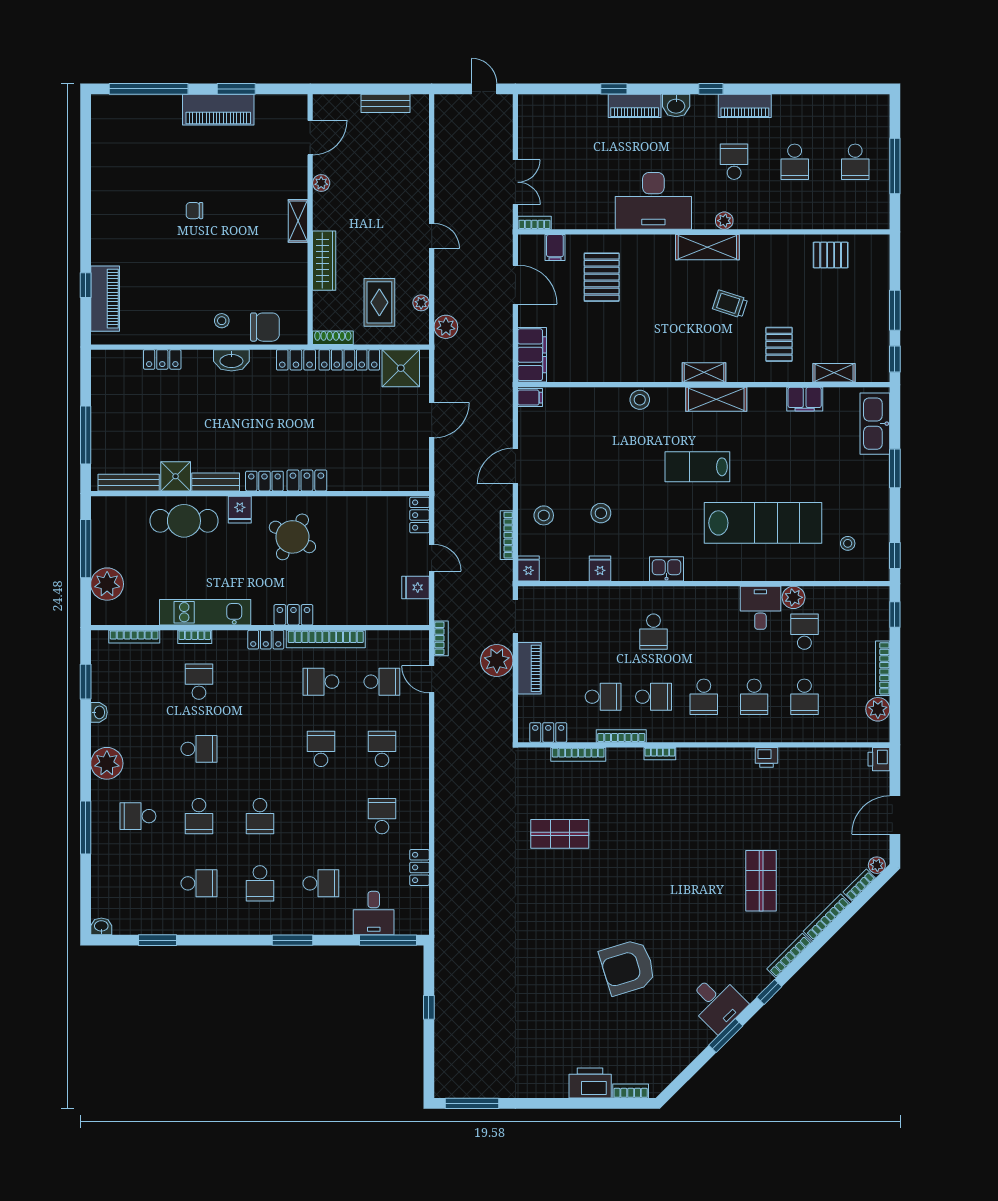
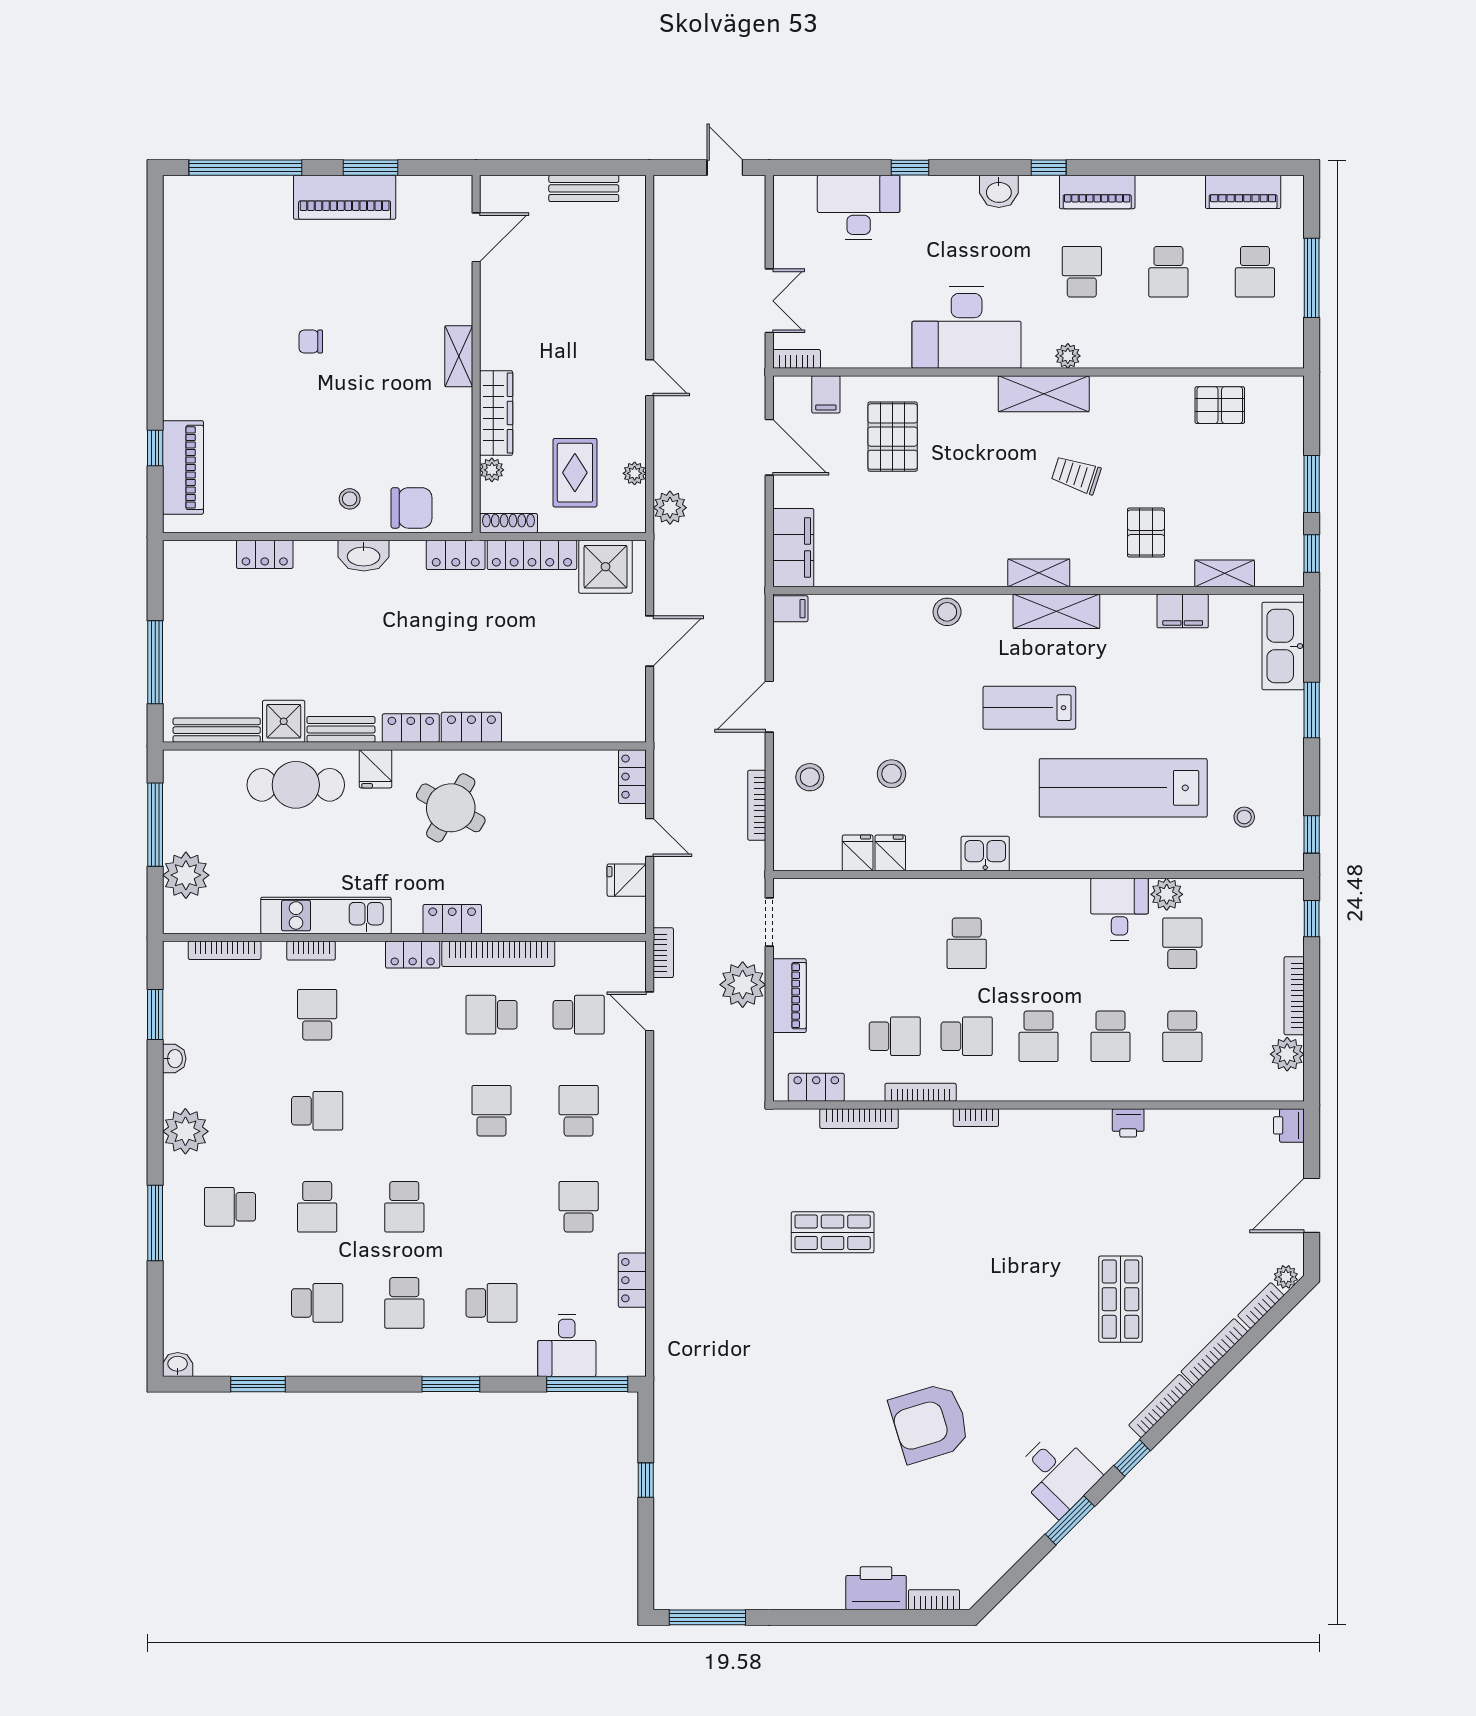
piano: (635, 106) -> (1243, 192), moved
desk: (578, 117) -> (859, 207), added
plant: (321, 183) -> (492, 470), moved
lab bench: (763, 523) -> (1123, 788), turned 180
fridge: (528, 568) -> (858, 853), moved

